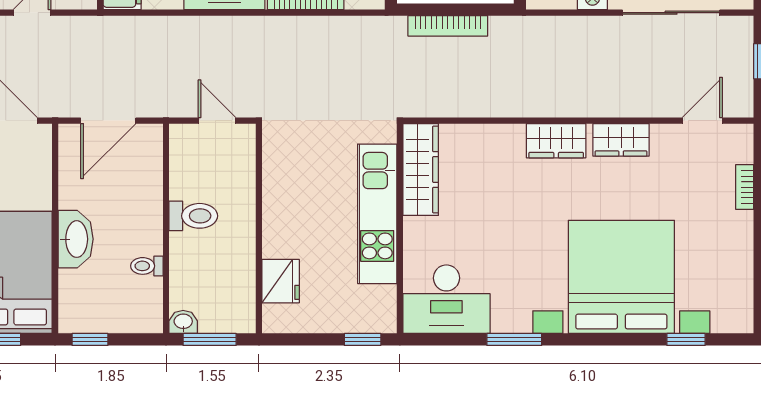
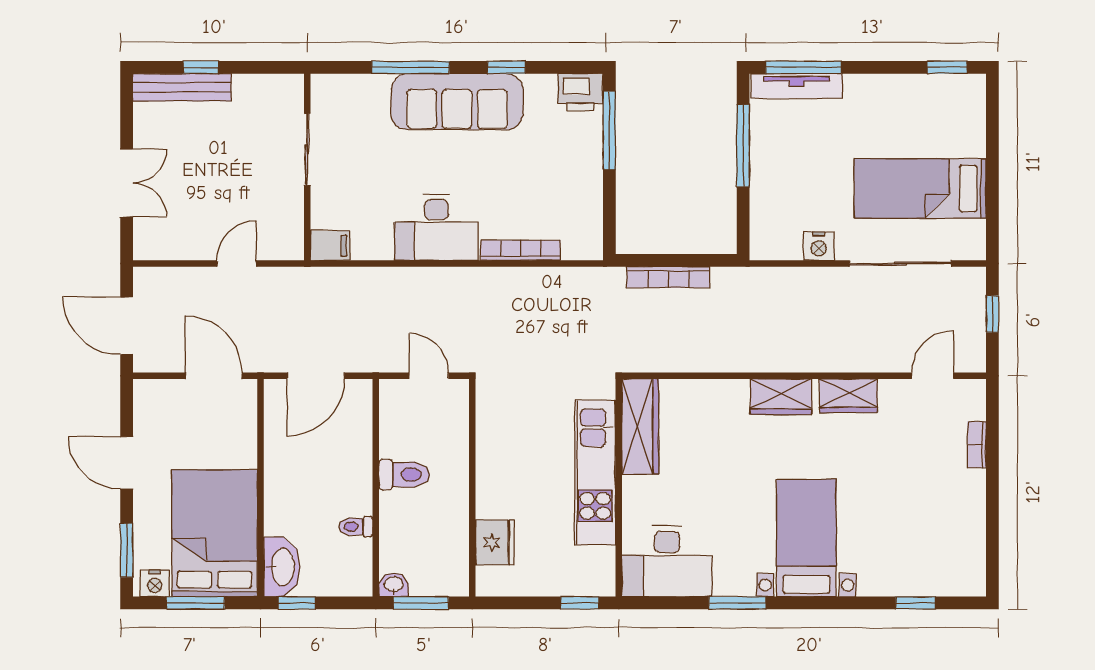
washbasin: (76, 239) -> (282, 567), moved
bed with nightstands: (621, 277) -> (806, 538), width x0.54

